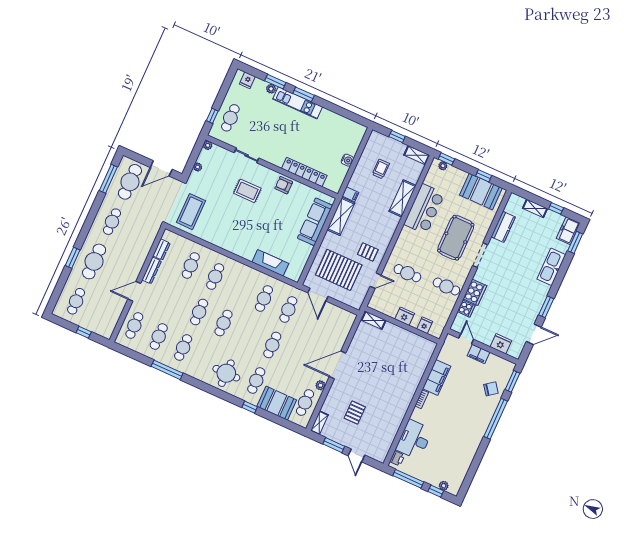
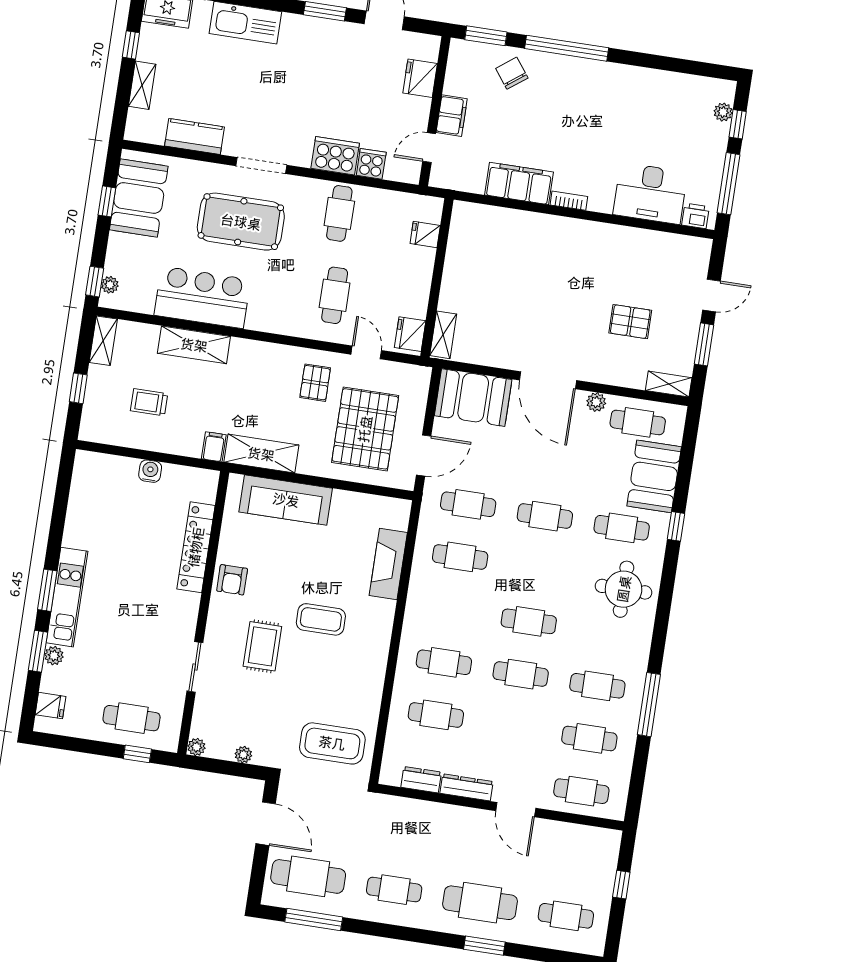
coffee table: (253, 223) -> (321, 619), added
fridge: (405, 316) -> (410, 334), moved
booth: (339, 326) -> (473, 398), added

